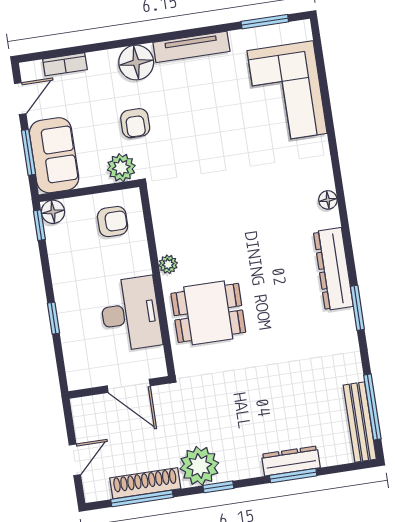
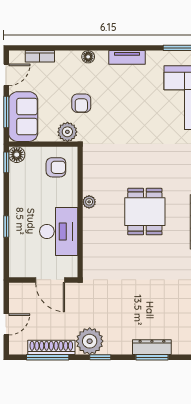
tv unit: (191, 47) -> (127, 57), width x0.71
floor lamp: (136, 63) -> (88, 57), width x0.53, depth x0.53
dining table: (208, 313) -> (145, 212), moved, turned 90

